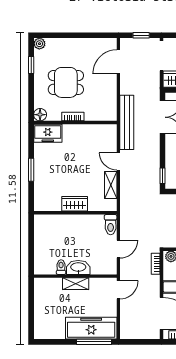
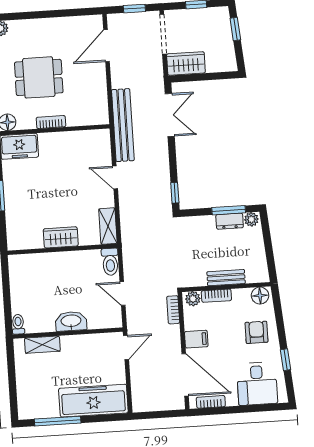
shelving: (111, 185) -> (108, 226), moved
door: (118, 249) -> (123, 294), swing flipped
toilet: (61, 267) -> (18, 324), moved
shelving: (76, 284) -> (42, 345), moved
window: (94, 342) -> (58, 421), moved

